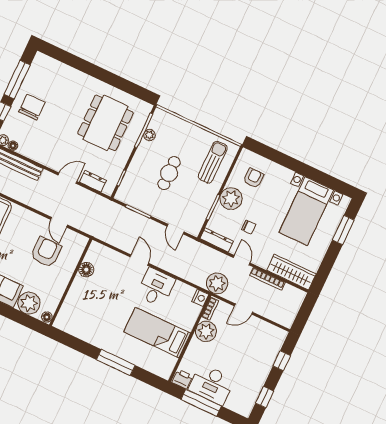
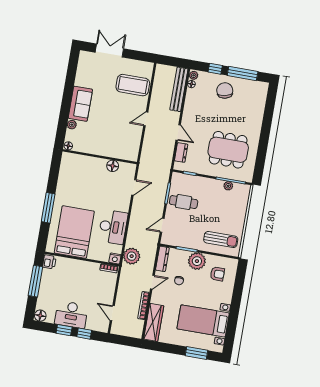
chair: (32, 107) -> (225, 91), turned -102
cafe table: (169, 173) -> (184, 202), moved
door: (59, 222) -> (146, 119), moved
armchair: (46, 252) -> (118, 132), removed
door: (139, 260) -> (134, 187), moved
plant: (217, 283) -> (132, 256), moved
desk: (156, 287) -> (113, 227), width x1.37
plant: (29, 303) -> (72, 125), width x0.53, depth x0.53
door: (244, 309) -> (112, 313), moved
plant: (206, 331) -> (91, 270), removed
bed: (157, 333) -> (74, 232), width x1.50
desk: (212, 384) -> (71, 315), moved, turned -90
window: (265, 397) -> (64, 330), moved
floor lamp: (245, 408) -> (40, 316), added

